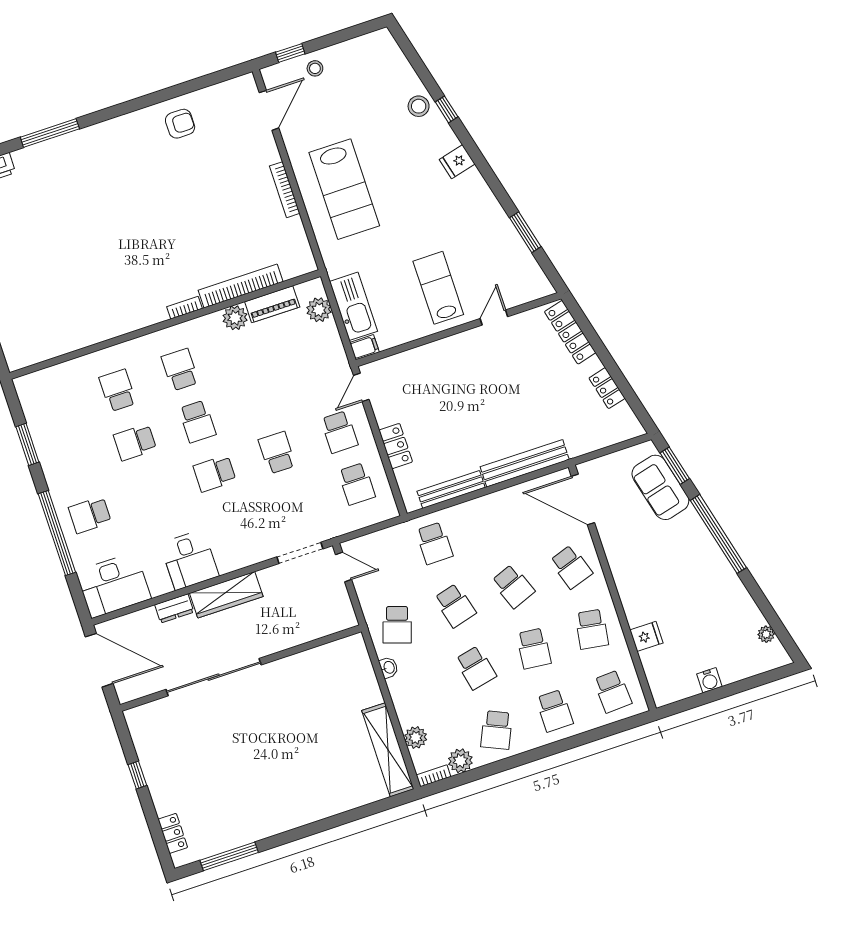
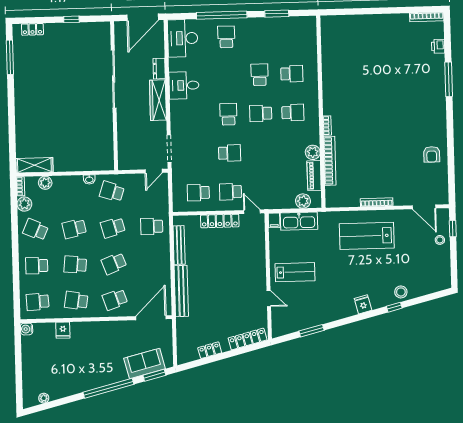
locker: (396, 446) -> (220, 221), width x1.53
water cooler: (709, 680) -> (27, 329), moved
shelving: (388, 750) -> (34, 165), width x0.68

